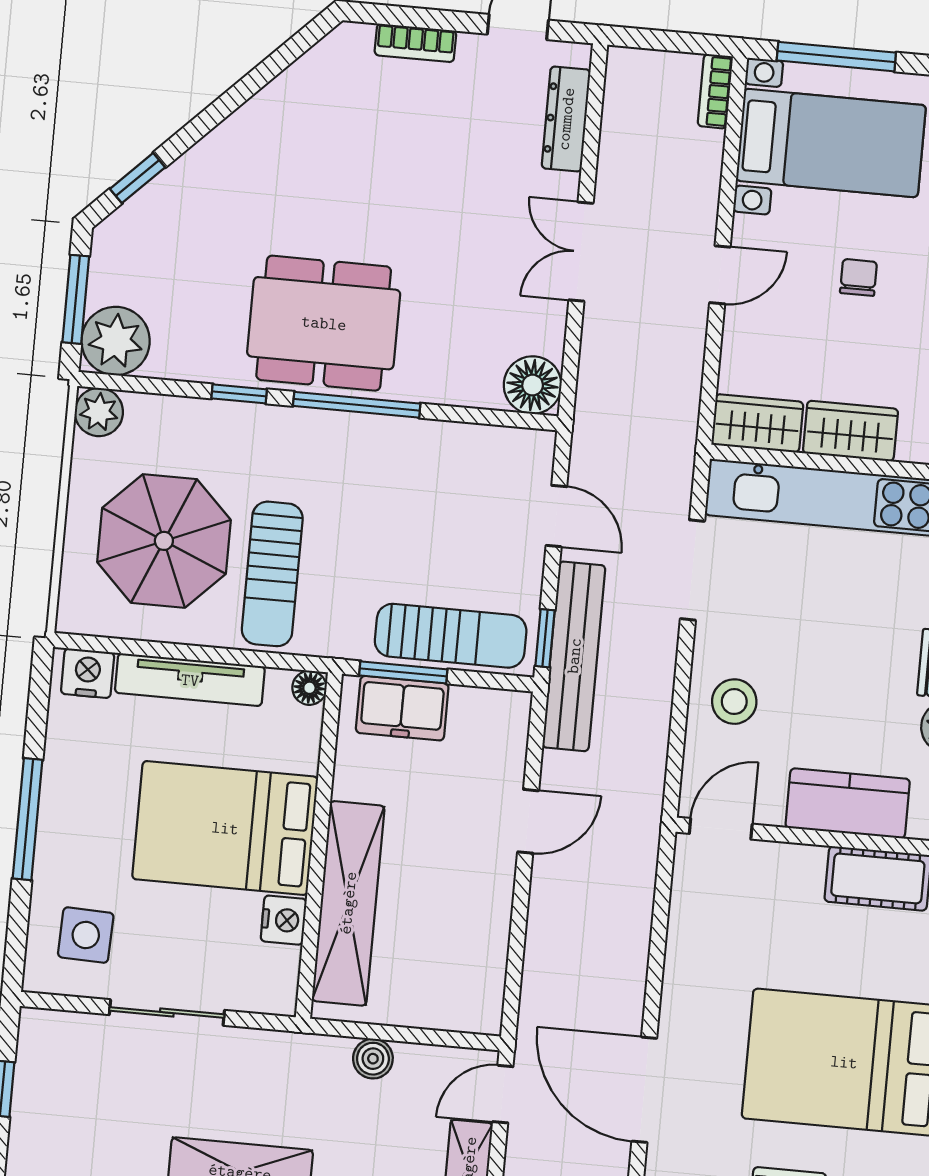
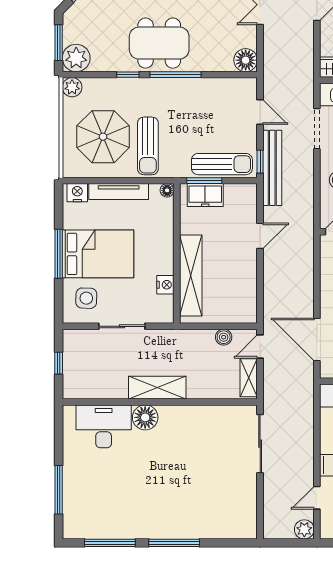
bed: (225, 828) -> (98, 254), moved, turned 180
boiler: (373, 1059) -> (224, 337), moved

